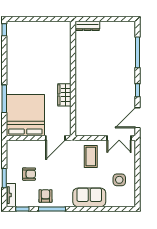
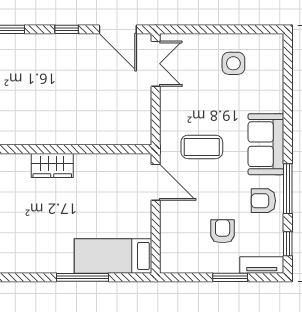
wardrobe: (64, 95) -> (52, 165), moved
bed: (25, 115) -> (113, 256), width x0.49
coffee table: (91, 156) -> (202, 147), moved
sofa: (89, 197) -> (266, 144), moved

